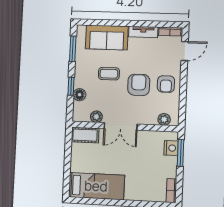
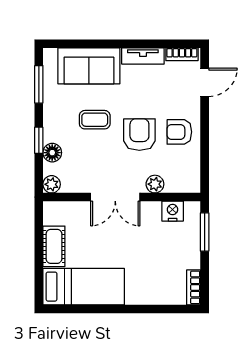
armchair: (166, 84) -> (179, 132), turned 90
plant: (96, 117) -> (52, 184), moved
plant: (164, 119) -> (155, 184), moved
cot: (85, 135) -> (54, 246), moved, turned 90
nightstand: (171, 148) -> (173, 211), moved, turned -90

